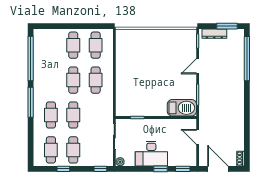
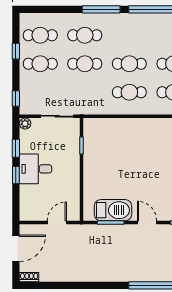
barbecue: (182, 108) -> (113, 210), moved, turned -90
desk: (151, 154) -> (36, 169), width x0.73
window: (183, 169) -> (16, 148), moved

